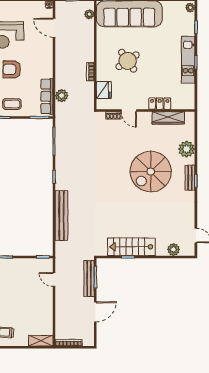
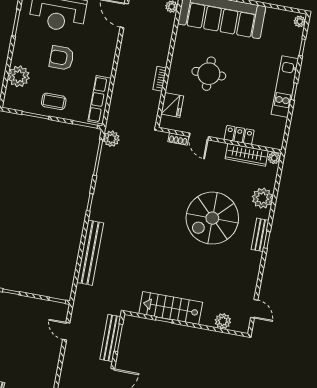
round table: (128, 61) -> (209, 74), turned 35
plant: (62, 96) -> (111, 139), moved
plant: (190, 116) -> (274, 158), added

